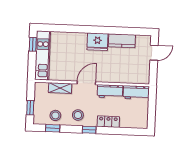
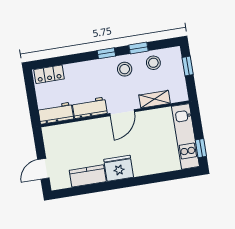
locker: (108, 122) -> (49, 74), moved
window: (53, 128) -> (138, 48), moved

